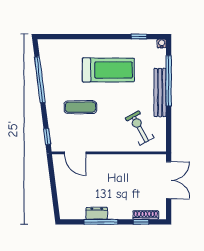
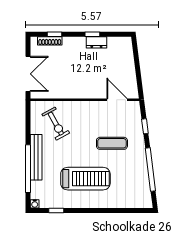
treadmill: (108, 70) -> (85, 179), turned 180
window: (47, 136) -> (145, 126), moved
double door: (169, 180) -> (28, 74), swing flipped
window: (101, 222) -> (92, 34), width x0.46

